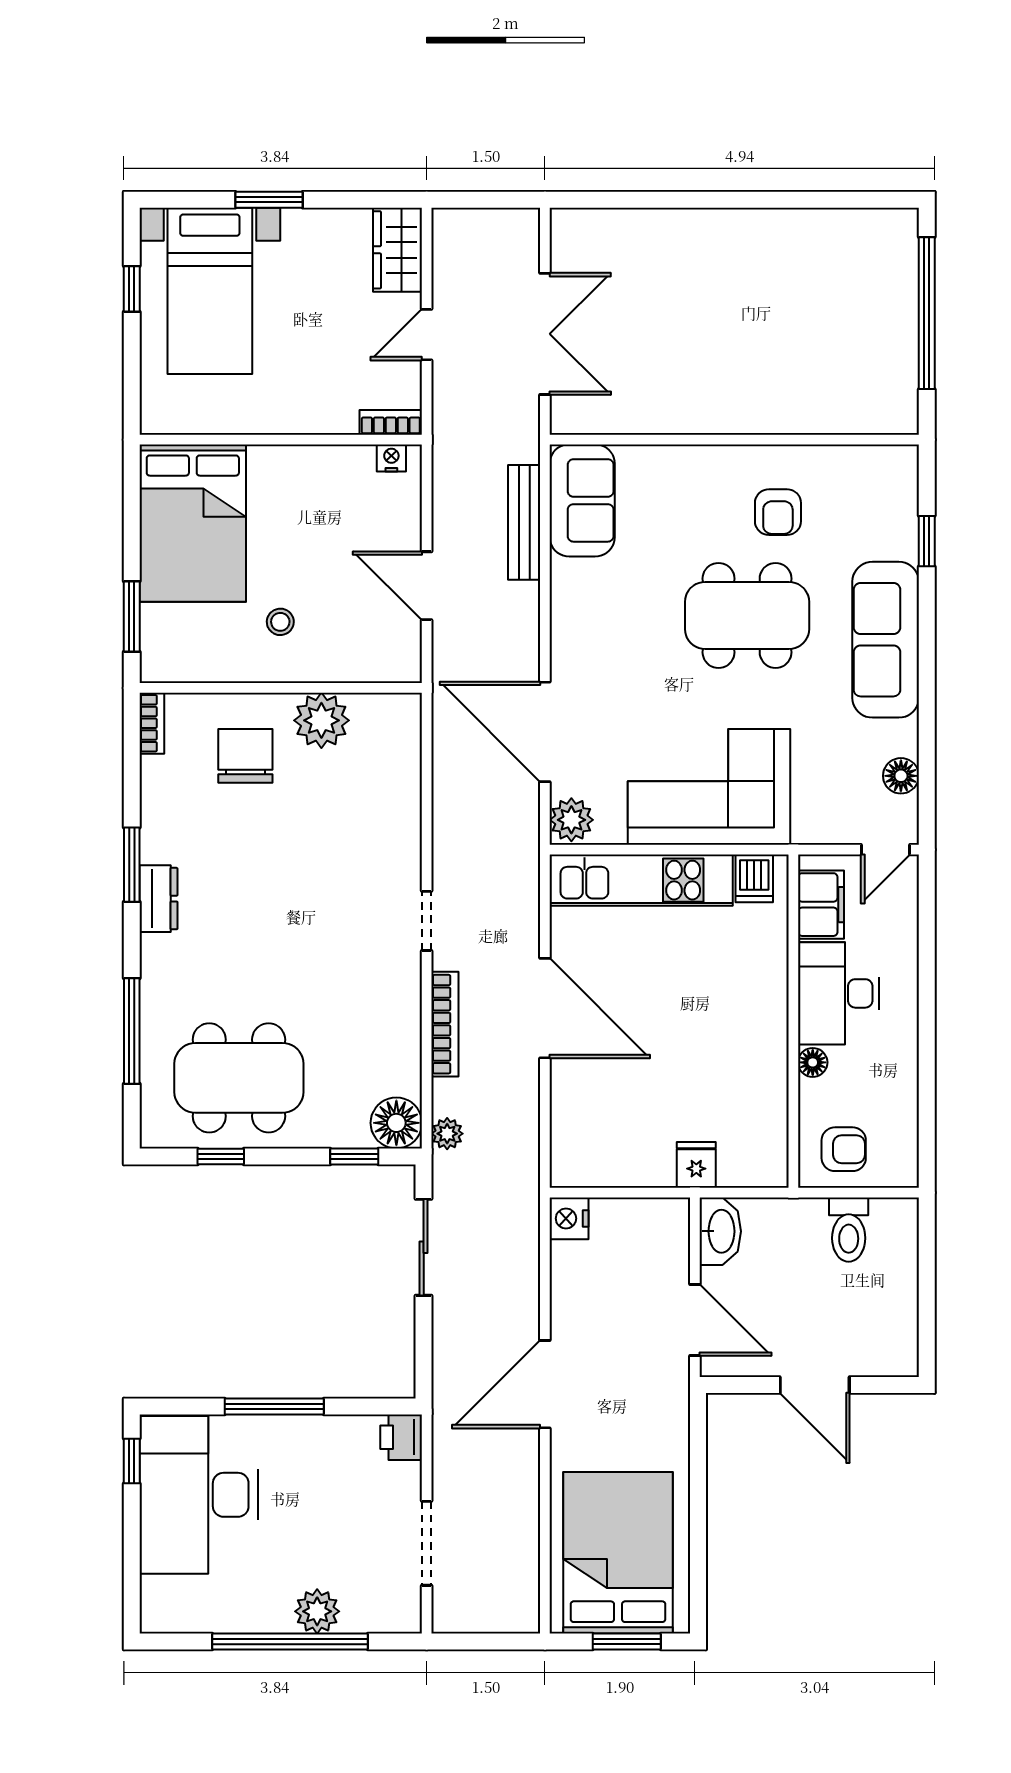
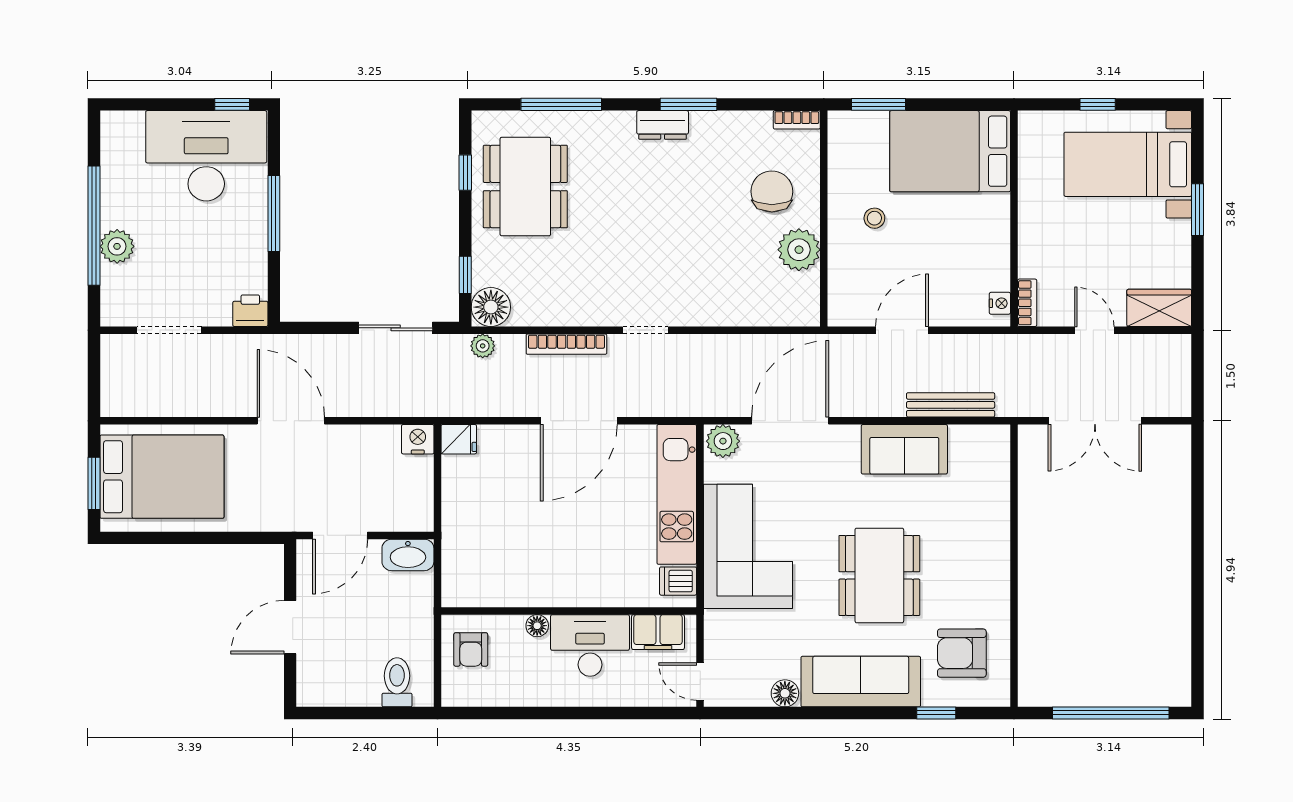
window: (132, 289) -> (1098, 104), moved
sofa: (582, 500) -> (904, 449), moved
armchair: (778, 512) -> (962, 653), moved, width x1.38, depth x1.38
chair: (245, 756) -> (772, 191), turned -90
floor lamp: (901, 776) -> (785, 693), moved
fridge: (696, 1165) -> (459, 439), moved
toilet: (849, 1230) -> (397, 682), moved, turned 90

